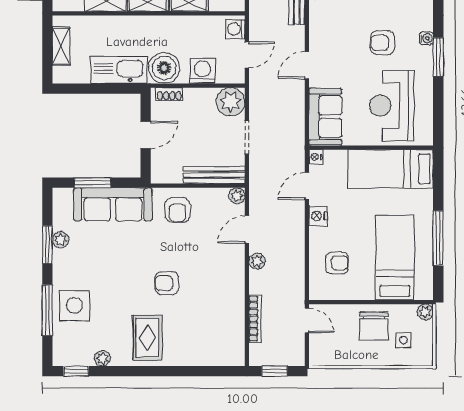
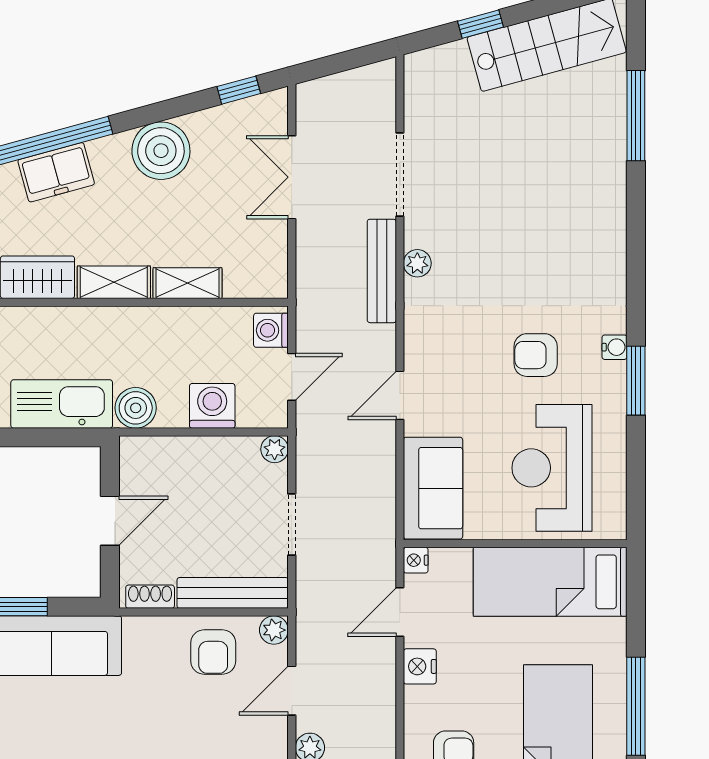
boiler: (164, 68) -> (136, 408), width x0.73, depth x0.73
shoe rack: (169, 94) -> (150, 597), moved, turned 180
plant: (231, 102) -> (275, 449), width x0.53, depth x0.53
armchair: (178, 210) -> (213, 652), moved

